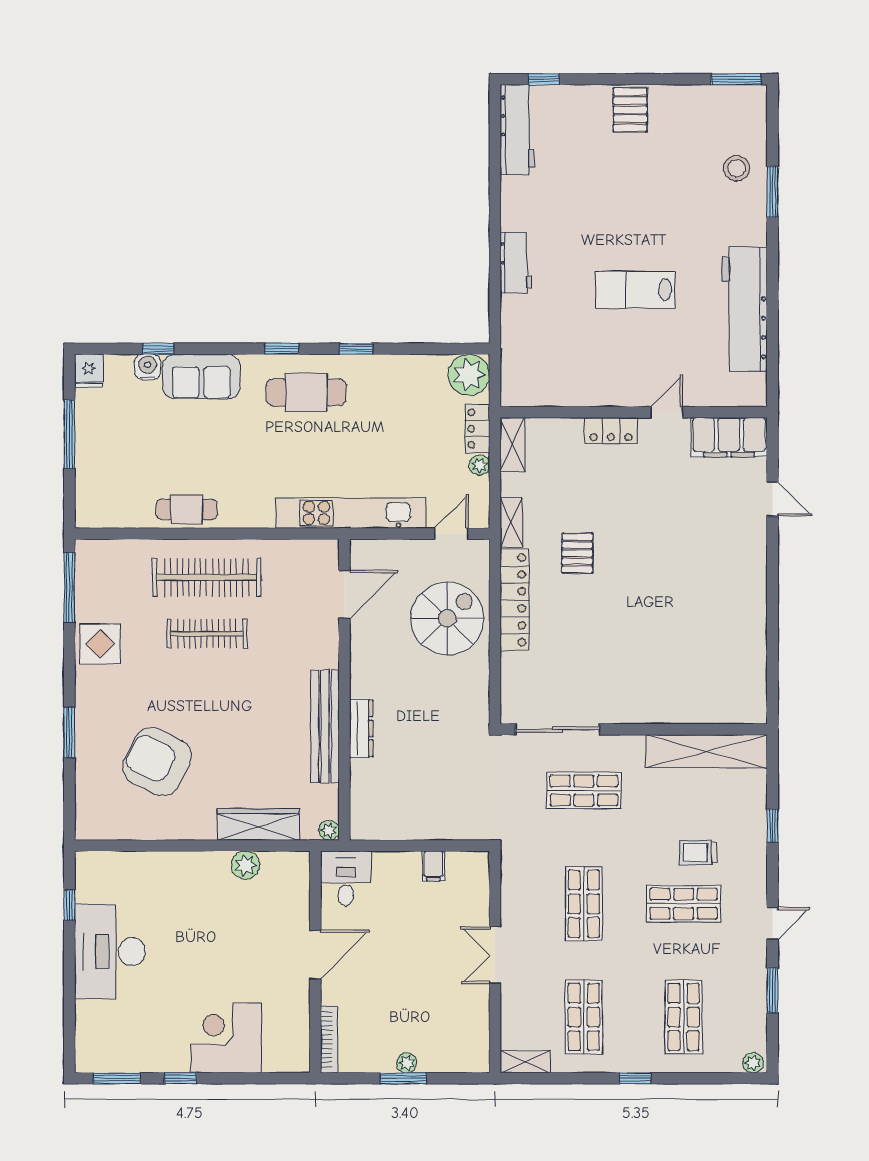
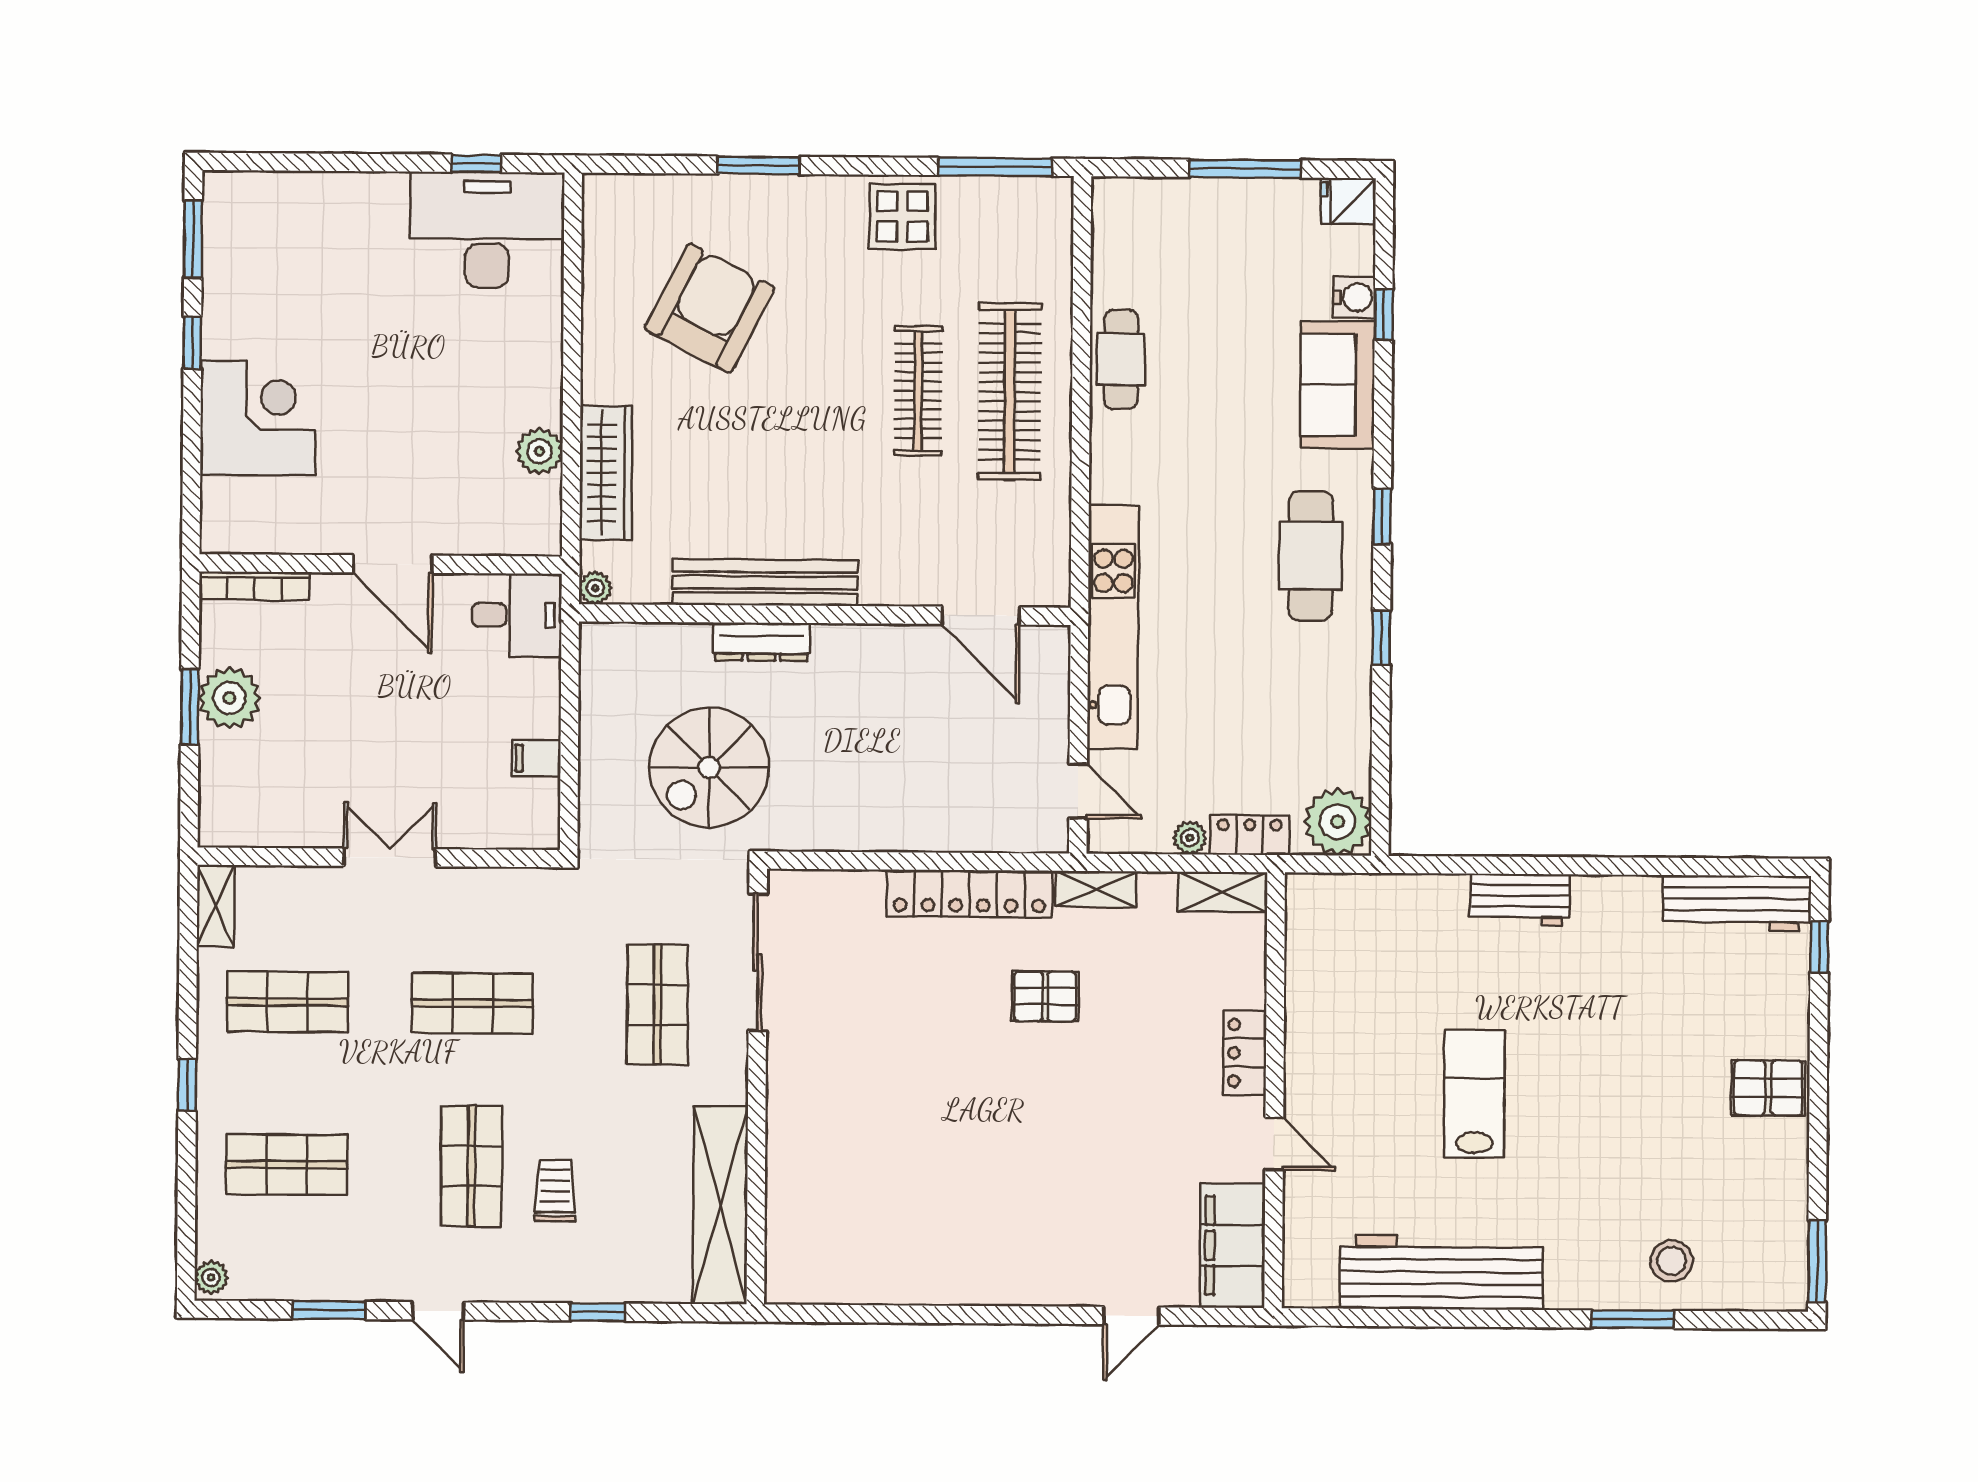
spiral stairs: (447, 618) -> (709, 768), moved, turned 90
desk: (110, 952) -> (487, 230), moved
plant: (407, 1063) -> (229, 698), width x1.87, depth x1.87

